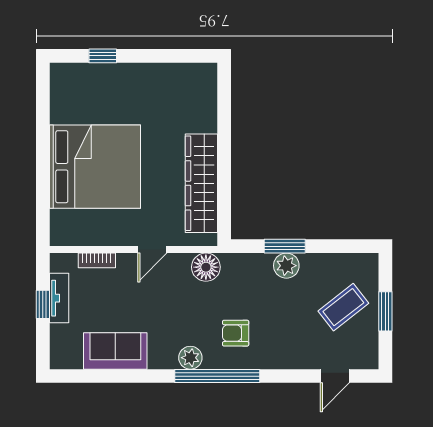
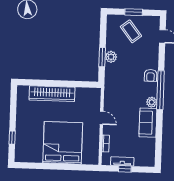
wardrobe: (201, 183) -> (52, 94), moved
floor lamp: (206, 267) -> (110, 94), removed
armchair: (236, 333) -> (151, 75), moved
sofa: (115, 351) -> (148, 123), moved

